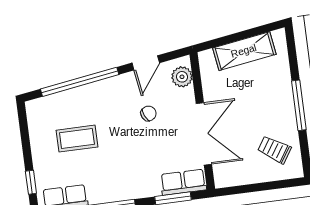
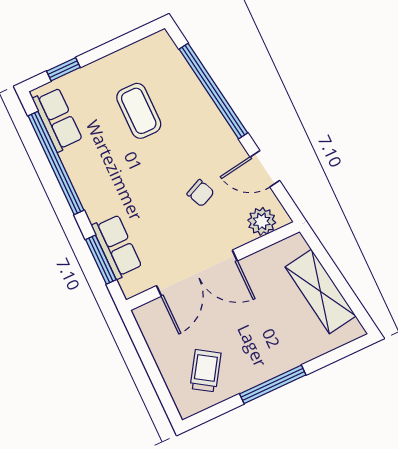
row of seats: (183, 182) -> (117, 246), moved

